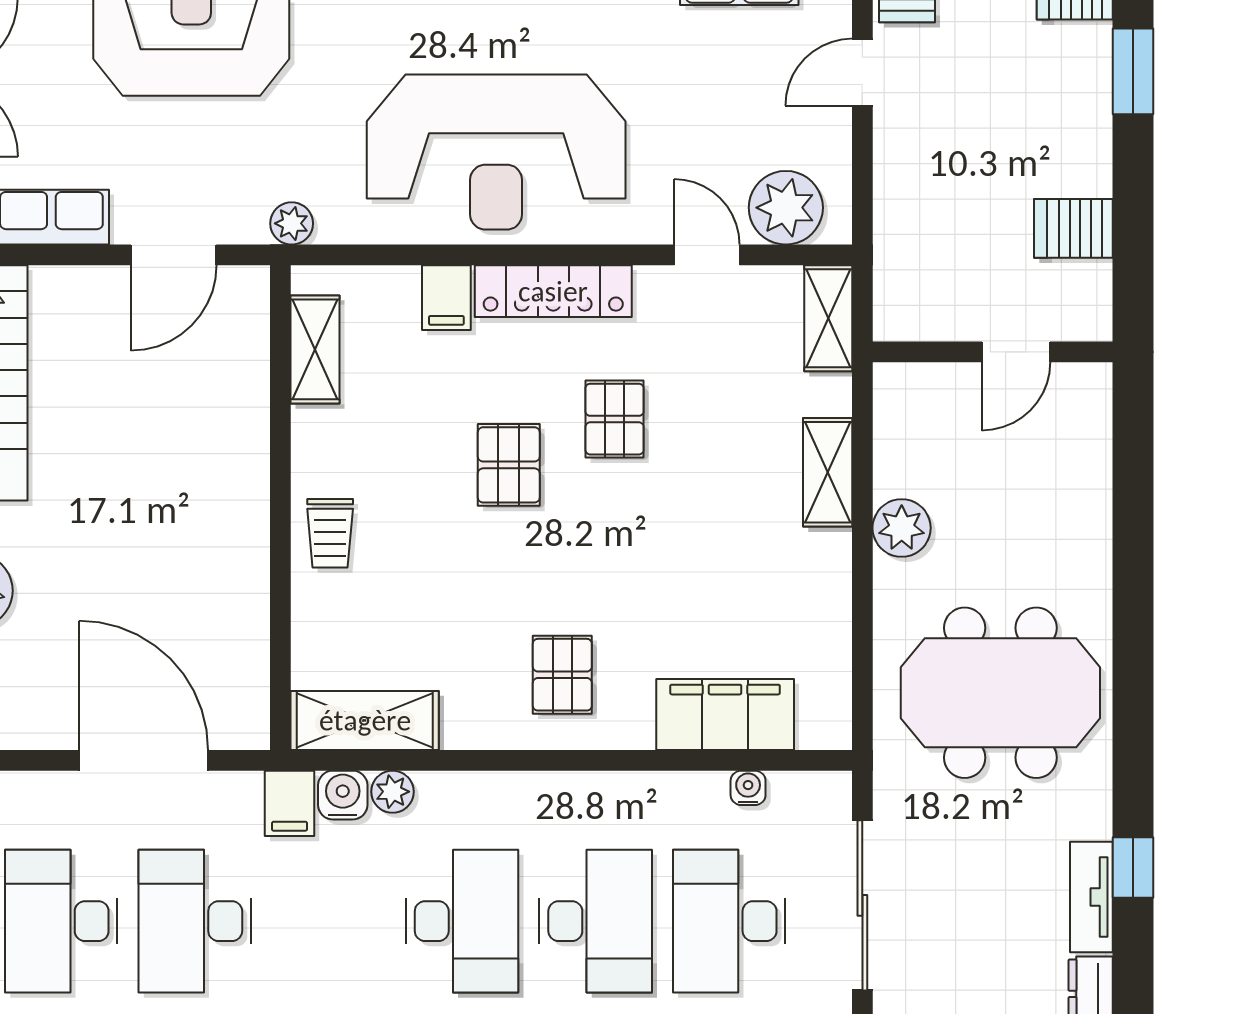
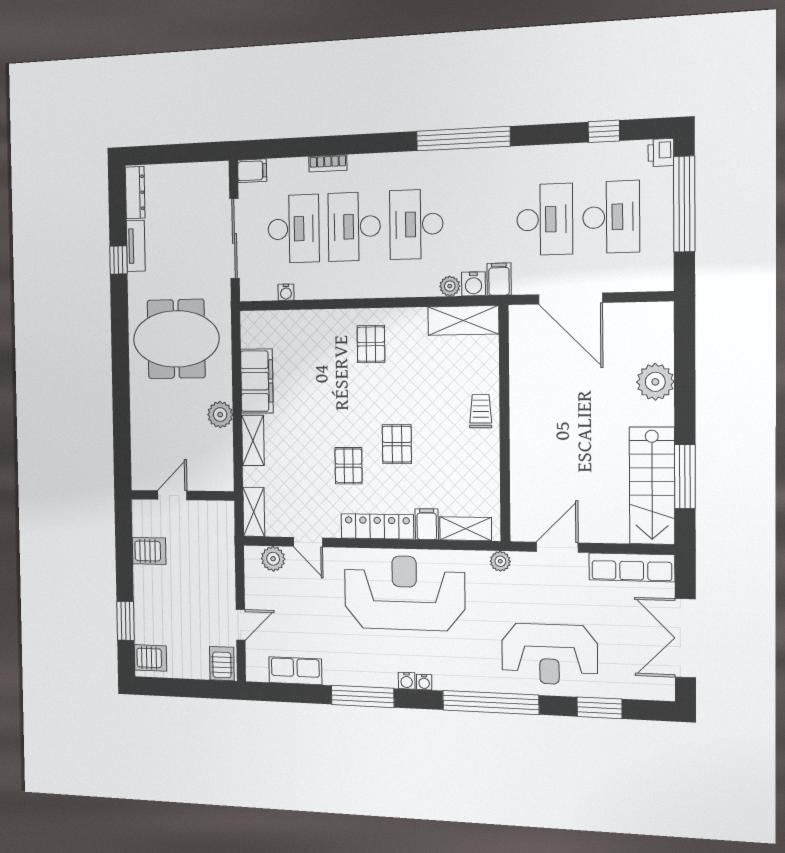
plant: (786, 208) -> (273, 559), width x0.73, depth x0.73
shelving: (315, 349) -> (466, 529), moved, turned 90
filing cabinet: (725, 714) -> (257, 381), moved, turned -90

